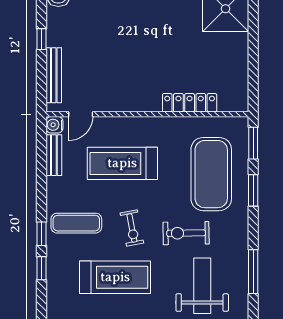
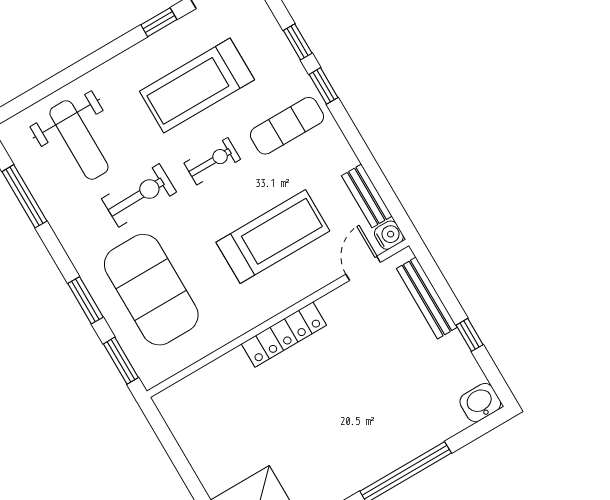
locker: (190, 103) -> (284, 335), moved
exercise bike: (132, 228) -> (212, 161), turned 101

